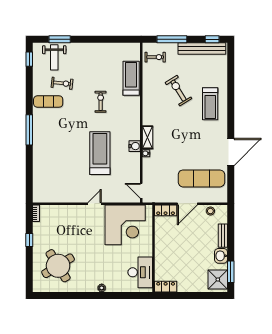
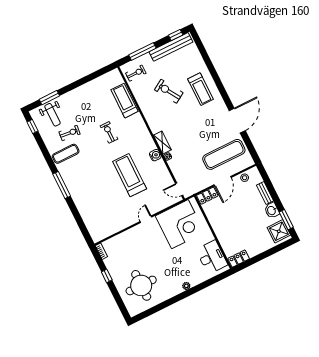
round table: (58, 266) -> (141, 285), turned 32

